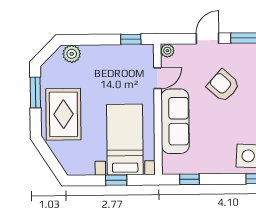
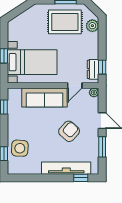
dresser: (134, 52) -> (93, 69), added
door: (158, 78) -> (75, 85), hinge flipped
rug: (63, 114) -> (65, 22), moved

